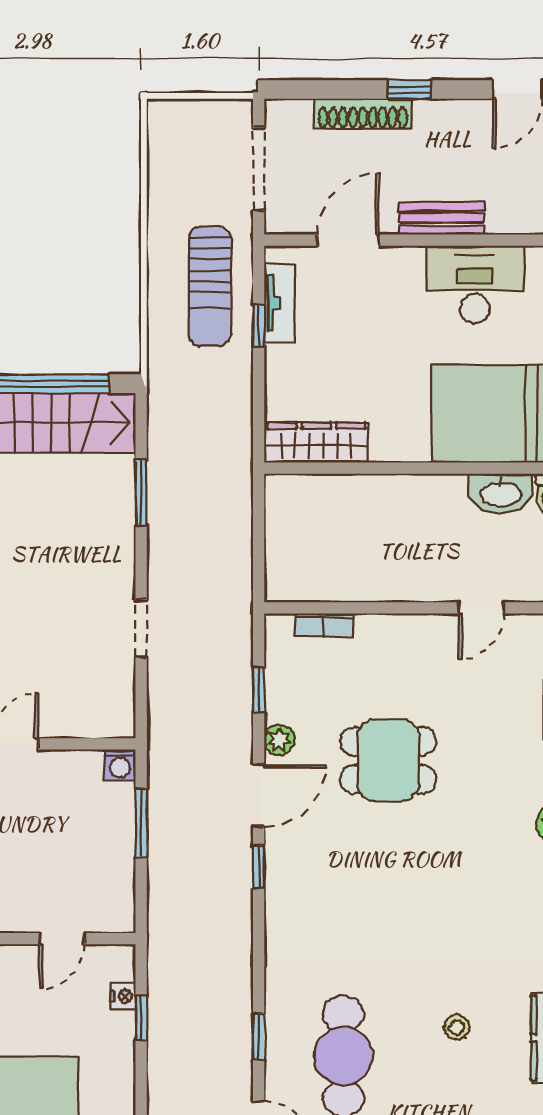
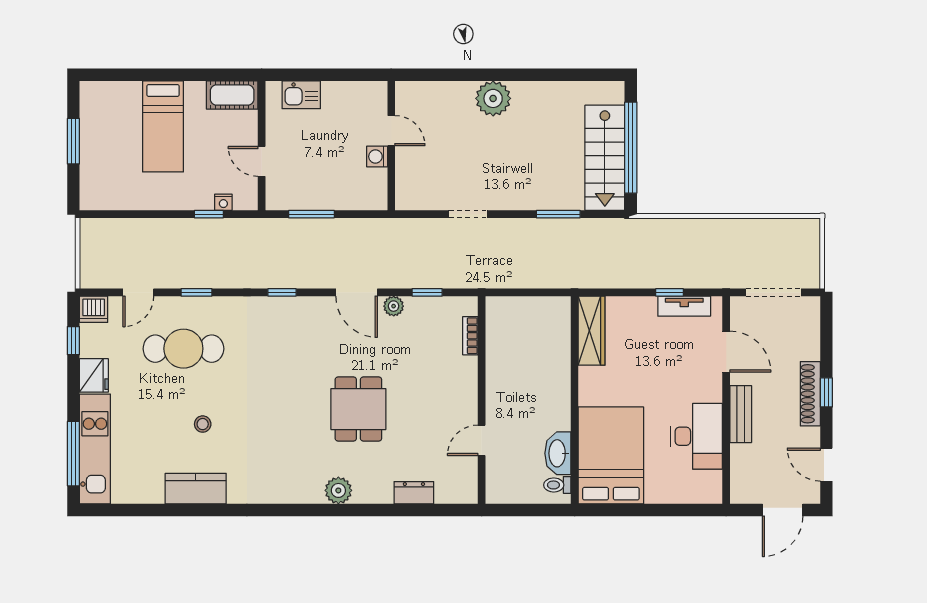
shoe rack: (363, 114) -> (810, 394), moved
sun lounger: (210, 286) -> (695, 260), removed
door: (481, 608) -> (482, 440), hinge flipped
dining table: (388, 760) -> (358, 409), moved
washing machine: (120, 765) -> (377, 157), moved
window: (141, 823) -> (311, 214), moved
window: (259, 867) -> (282, 292), moved

